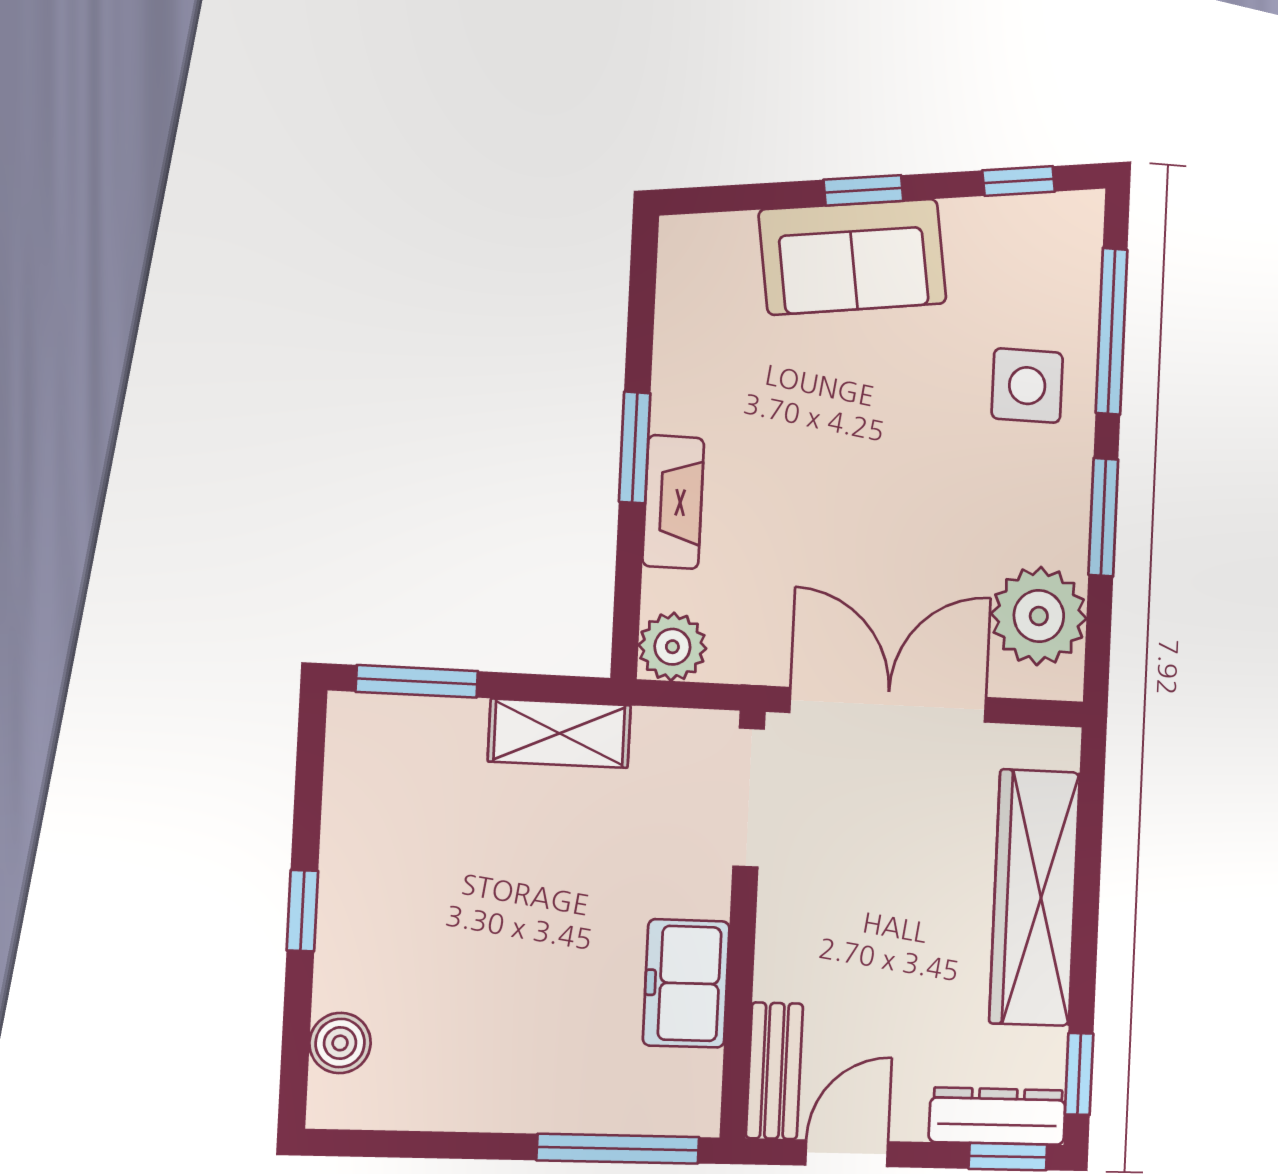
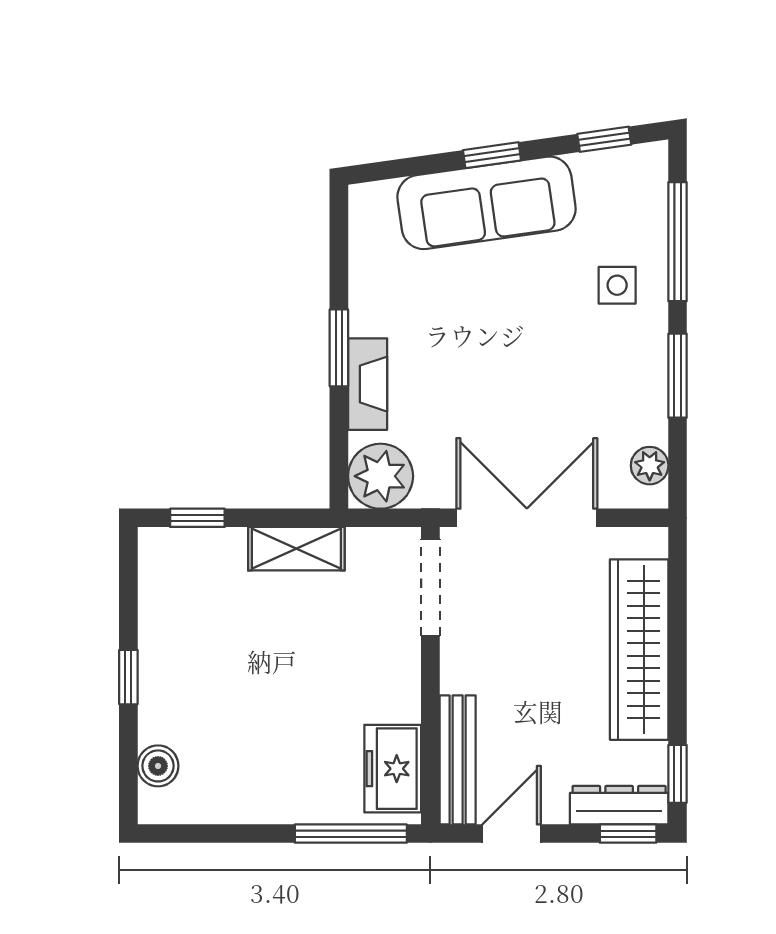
sofa: (853, 257) -> (487, 203), width x1.36
side table: (1027, 386) -> (617, 285), width x0.73, depth x0.73
plant: (1039, 616) -> (650, 466), width x0.53, depth x0.53
plant: (672, 647) -> (381, 476), width x1.36, depth x1.36
window: (417, 681) -> (197, 518), width x0.67
freezer: (686, 983) -> (393, 769), moved
bench: (774, 1071) -> (458, 760), width x1.36

